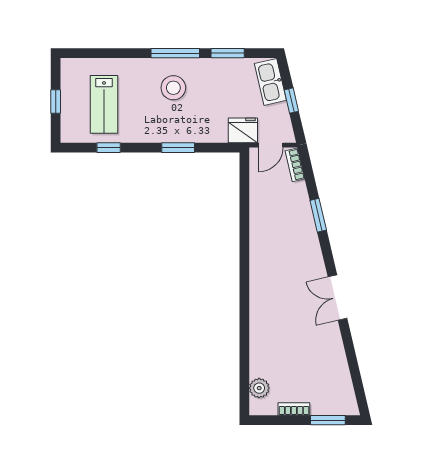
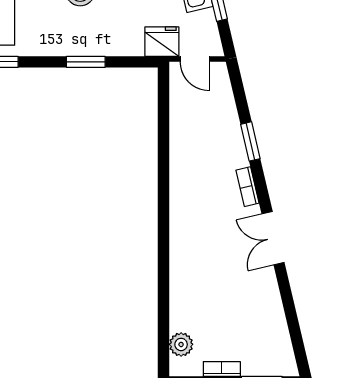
door: (271, 145) -> (195, 59), hinge flipped
bookcase: (295, 165) -> (248, 187), moved

